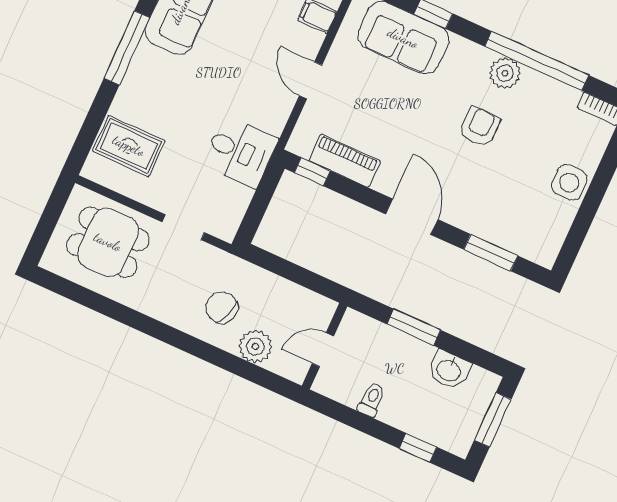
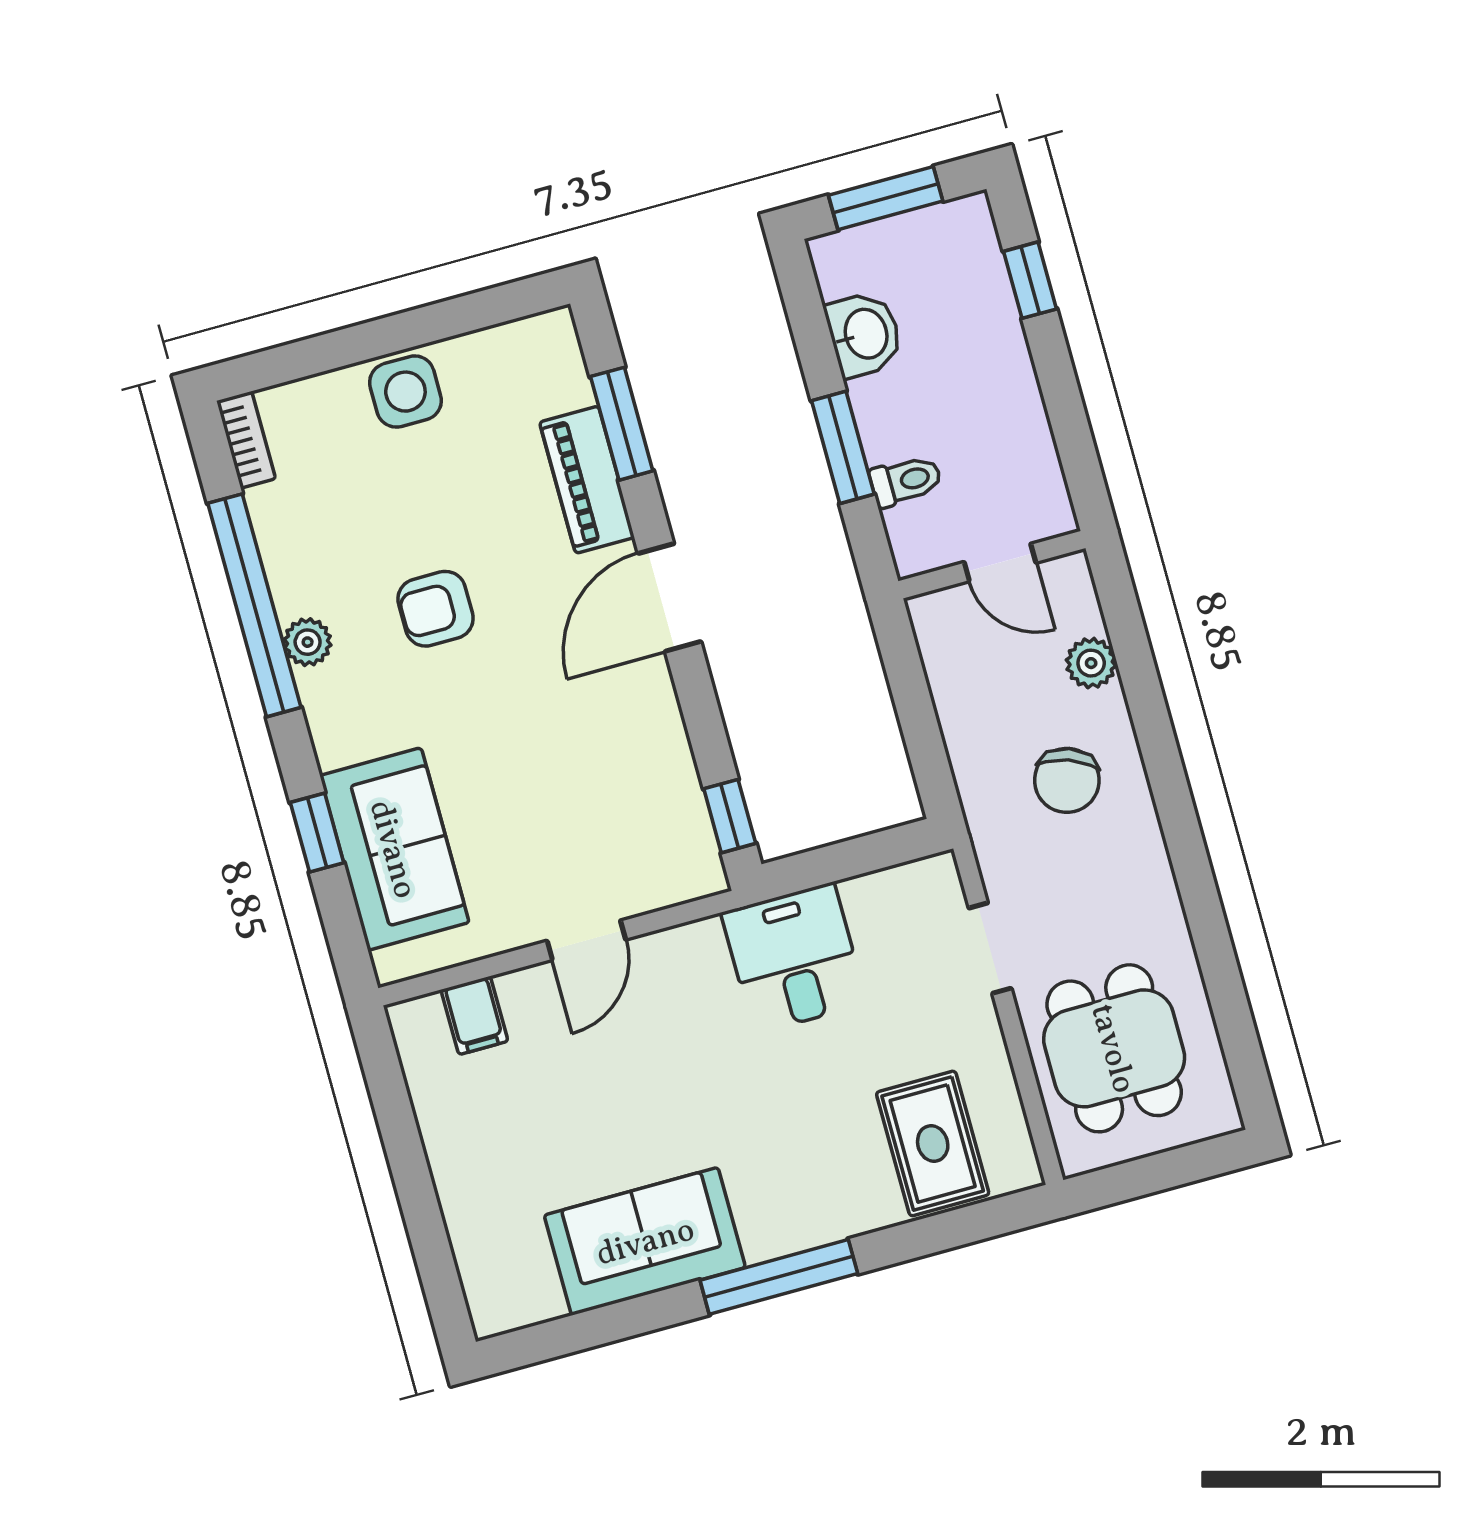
plant: (505, 73) -> (308, 642), width x0.73, depth x0.73
piano: (345, 161) -> (587, 480), moved
plant: (255, 346) -> (1091, 663), width x0.73, depth x0.73
toilet: (372, 400) -> (906, 481), moved, turned 180

